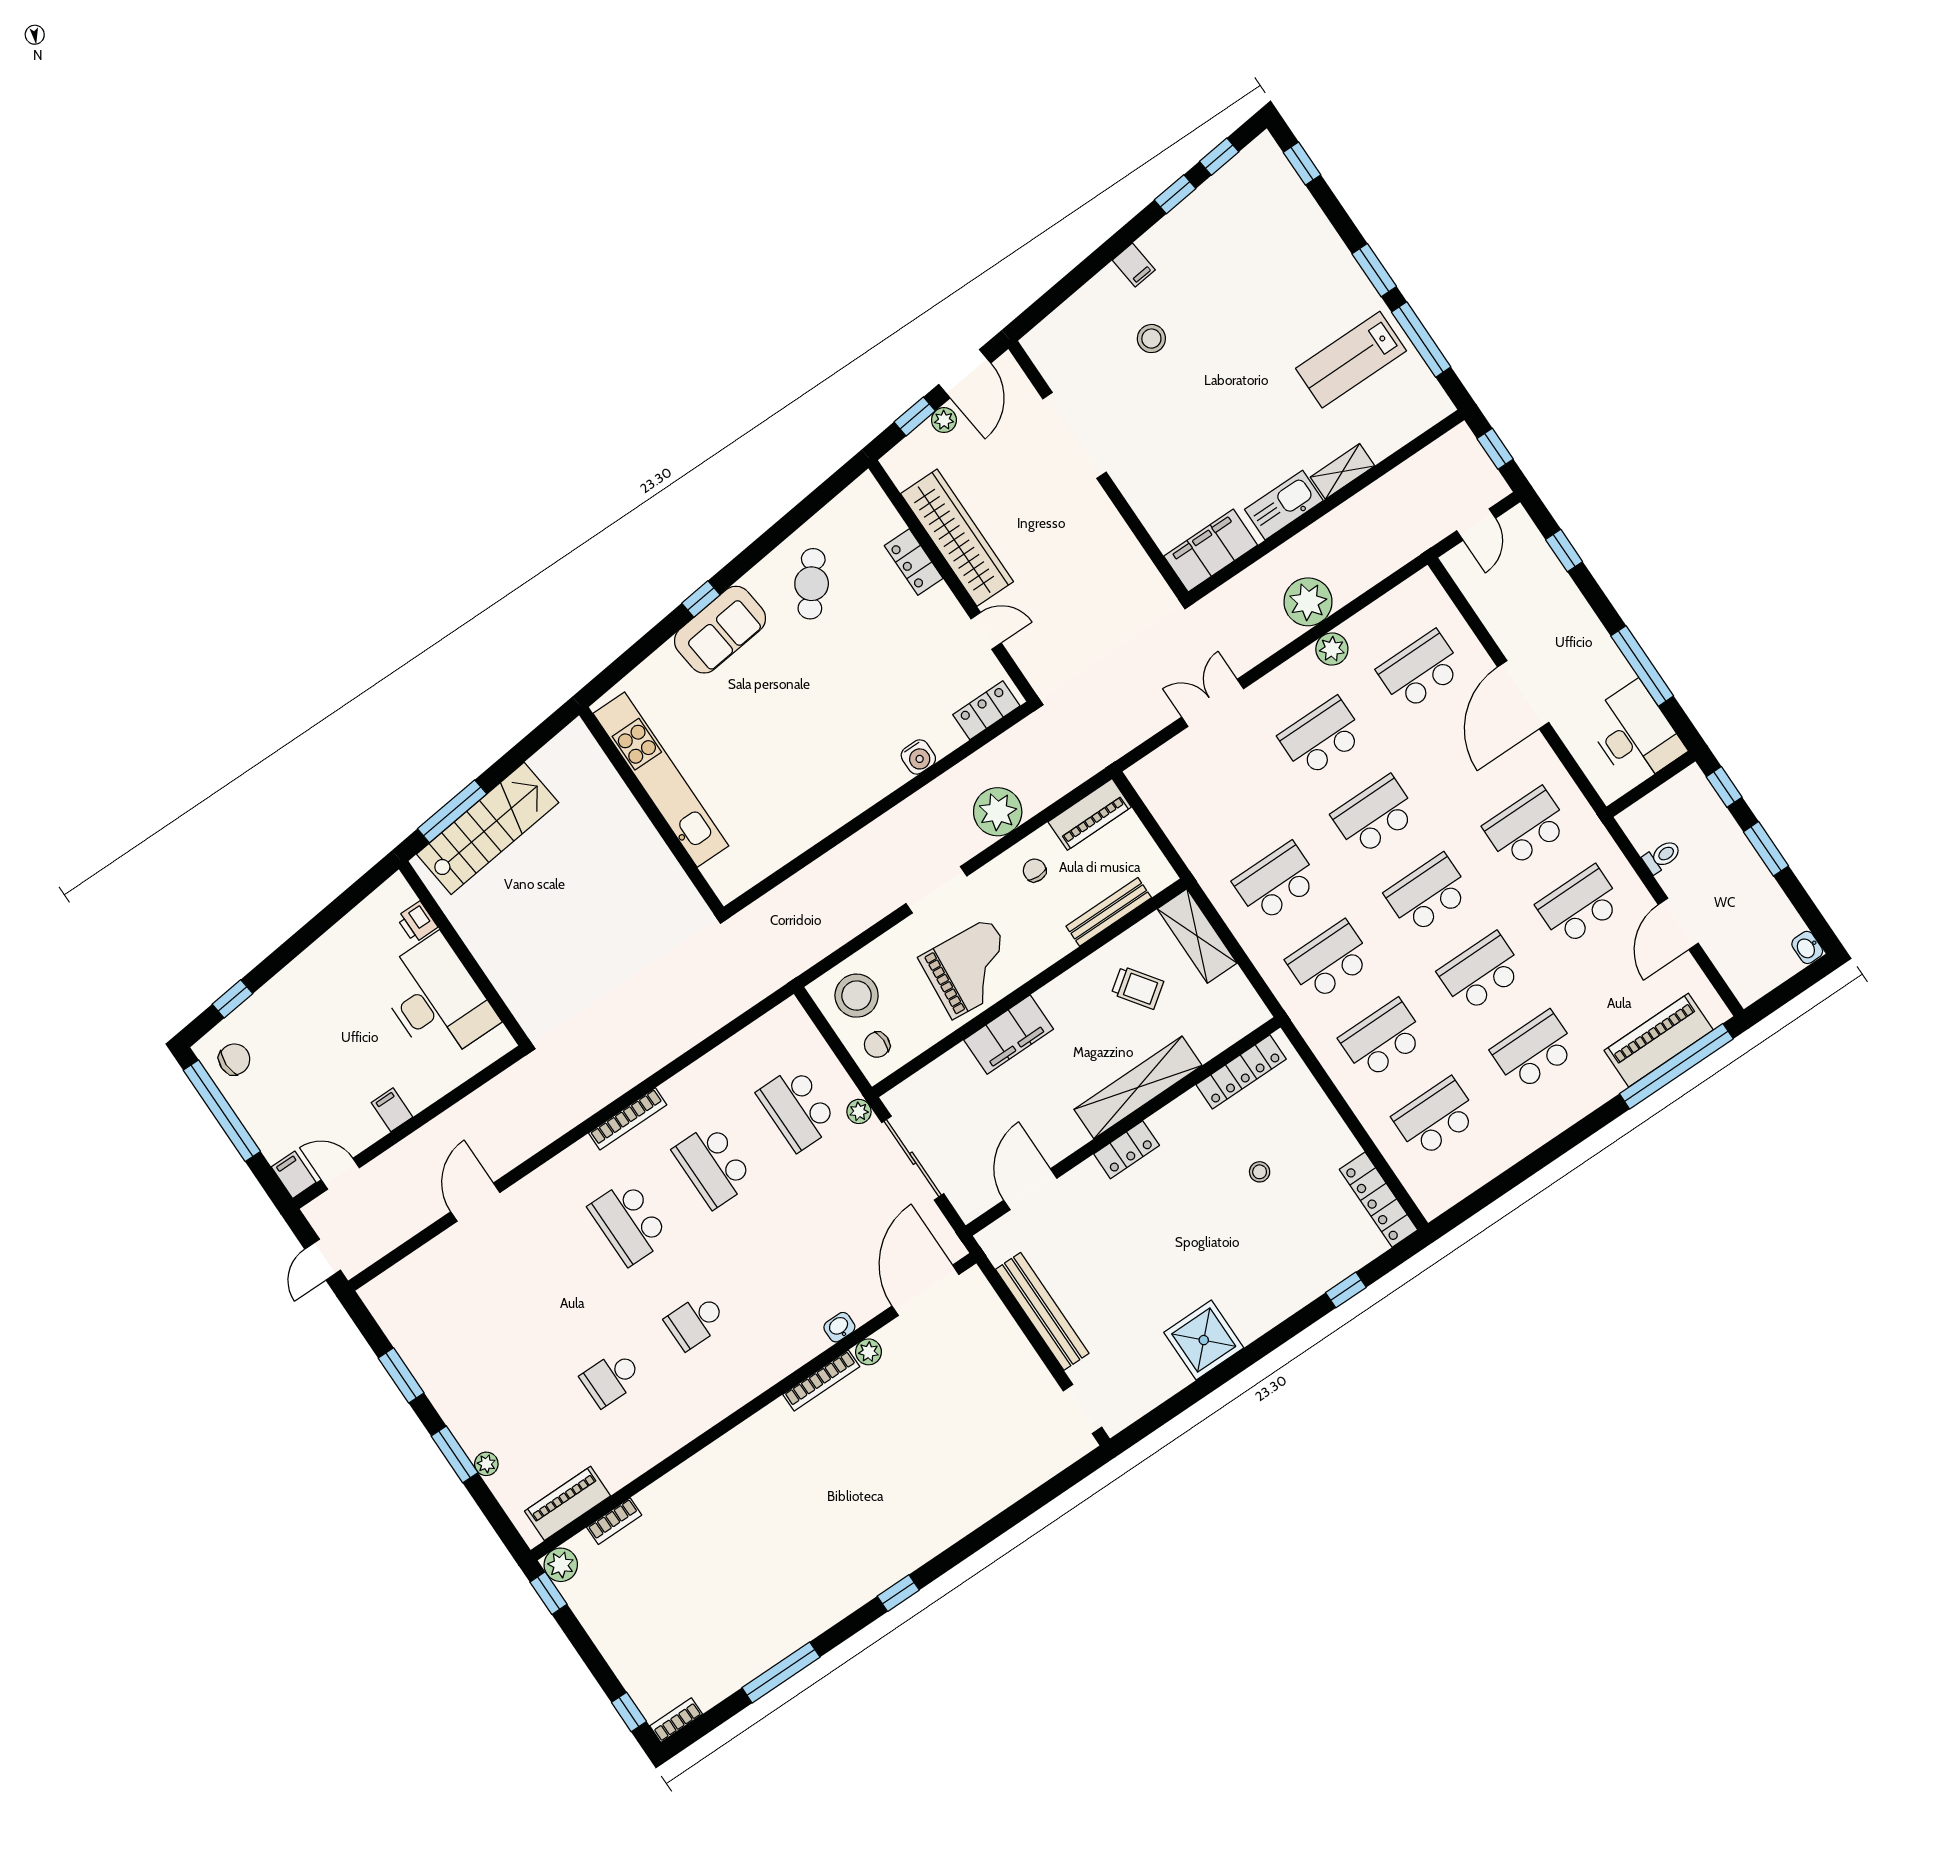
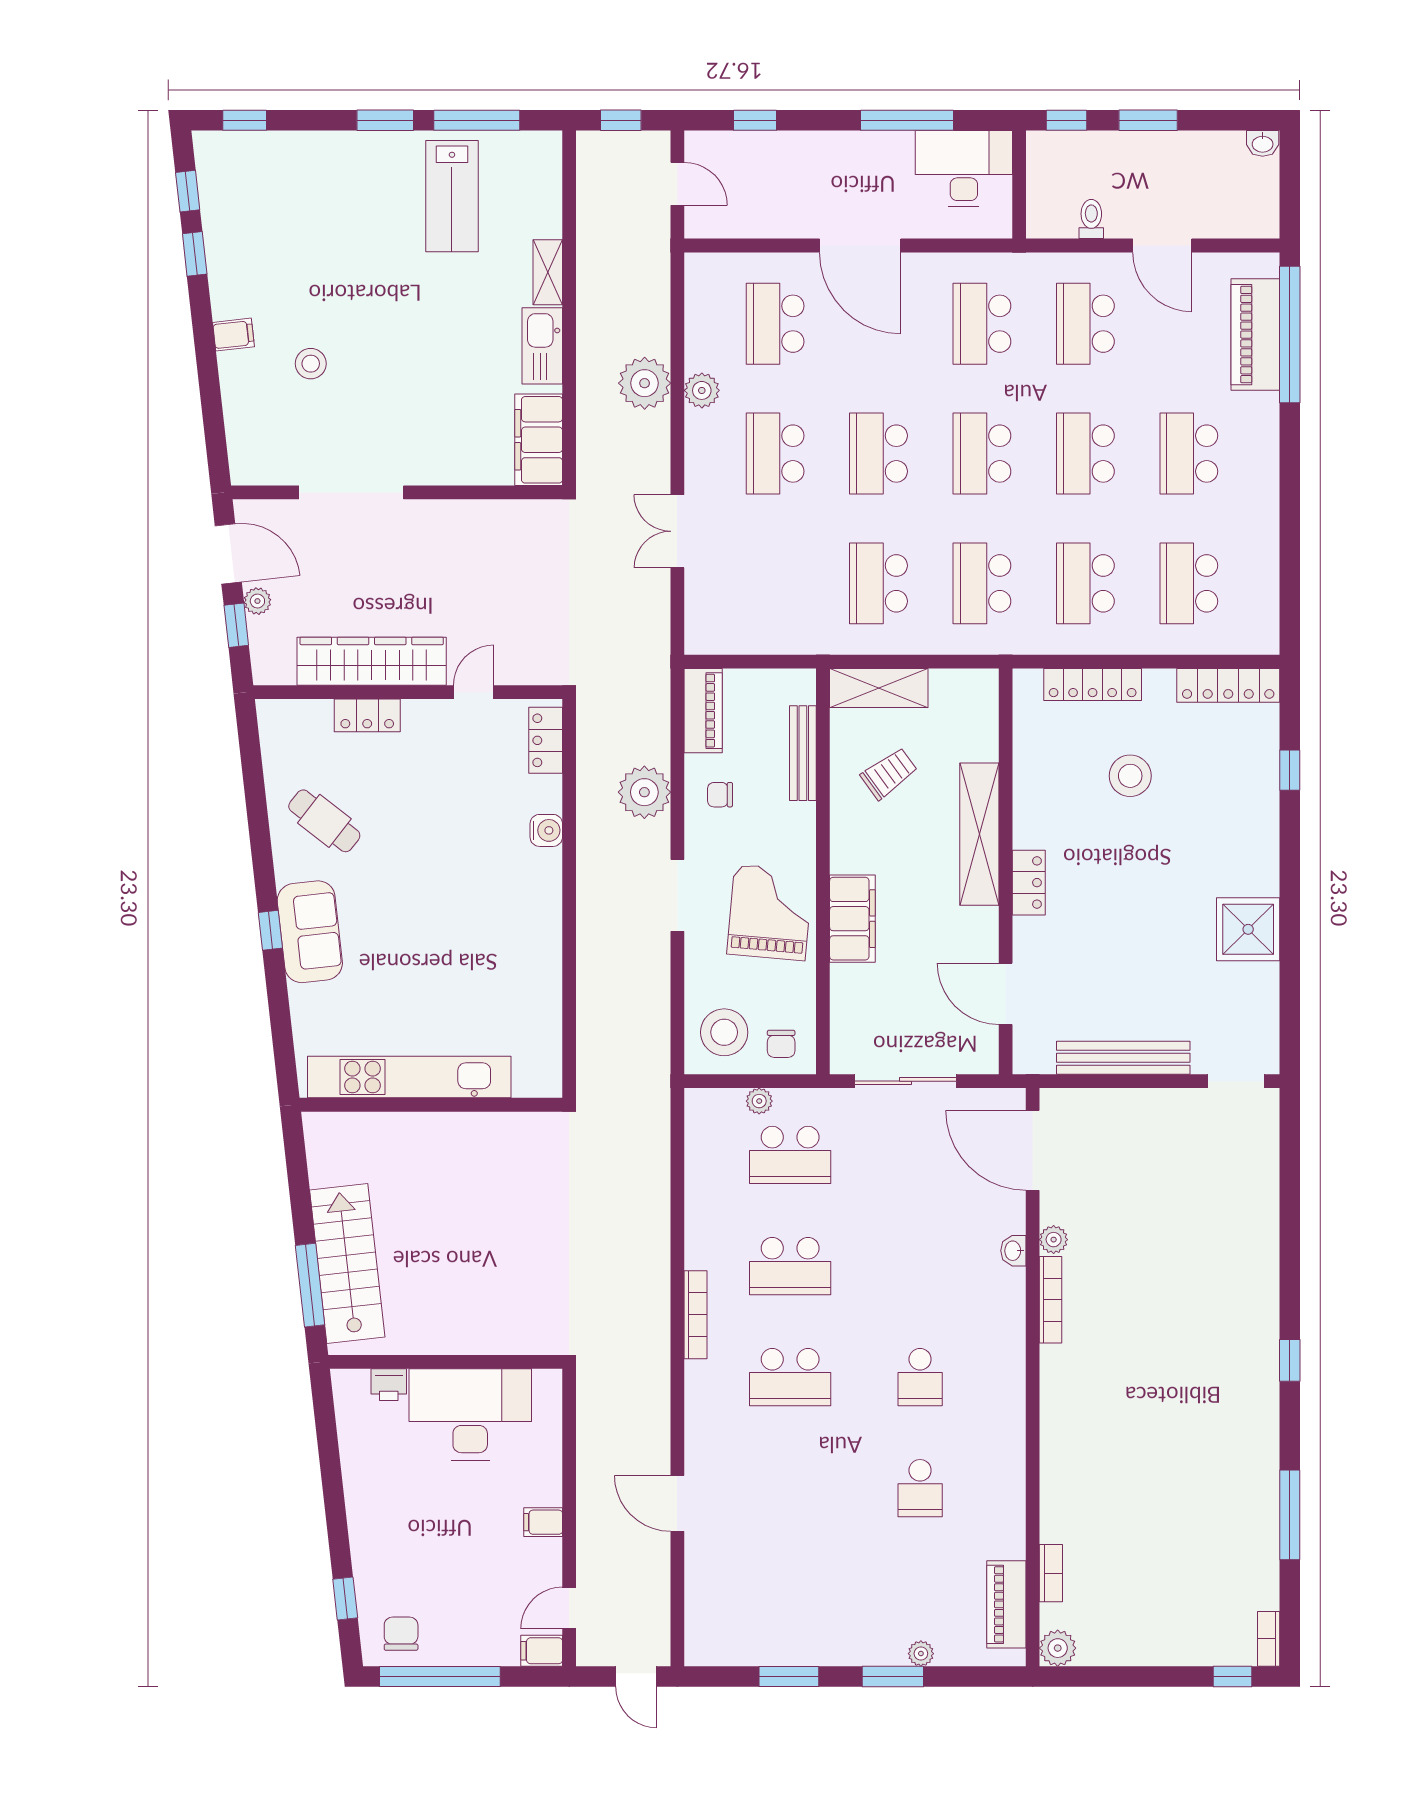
locker: (1241, 1072) -> (1093, 685), moved, turned 90
plant: (859, 1111) -> (759, 1101), moved
stool: (1260, 1172) -> (1130, 776), width x1.89, depth x1.89
window: (549, 1593) -> (1076, 1676), removed

